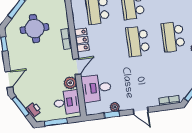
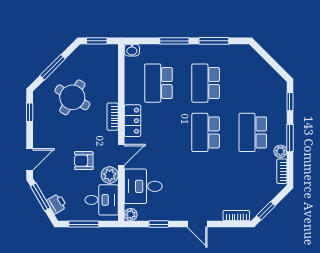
round table: (34, 29) -> (72, 97), turned 31
armchair: (49, 75) -> (84, 161), added
plant: (115, 107) -> (131, 215), moved

